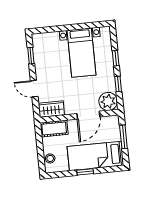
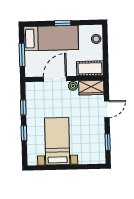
door: (34, 89) -> (107, 109), hinge flipped
plant: (108, 101) -> (73, 86), moved, width x0.53, depth x0.53

